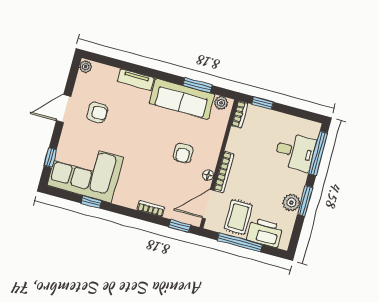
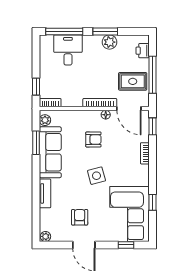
side table: (140, 145) -> (96, 176), added
printer: (265, 233) -> (143, 51), width x0.53, depth x0.68

